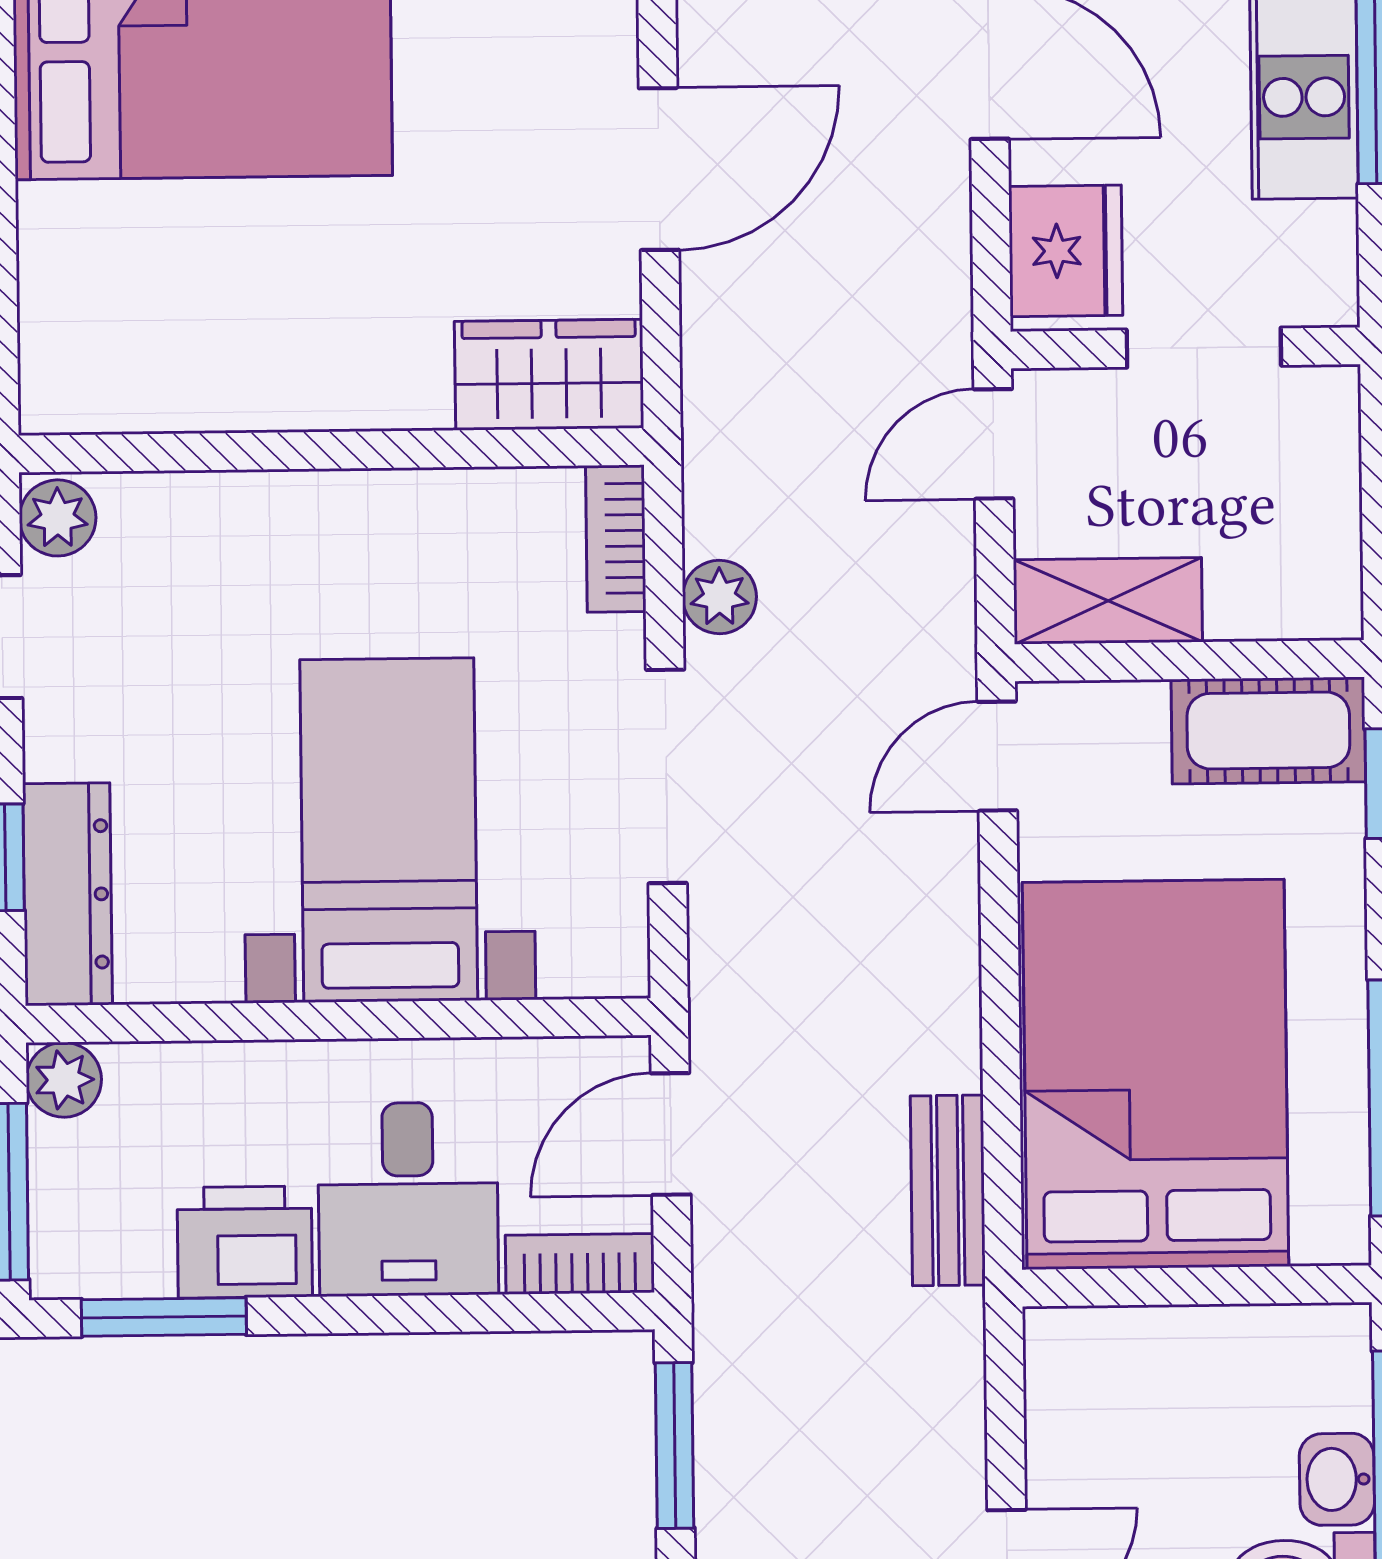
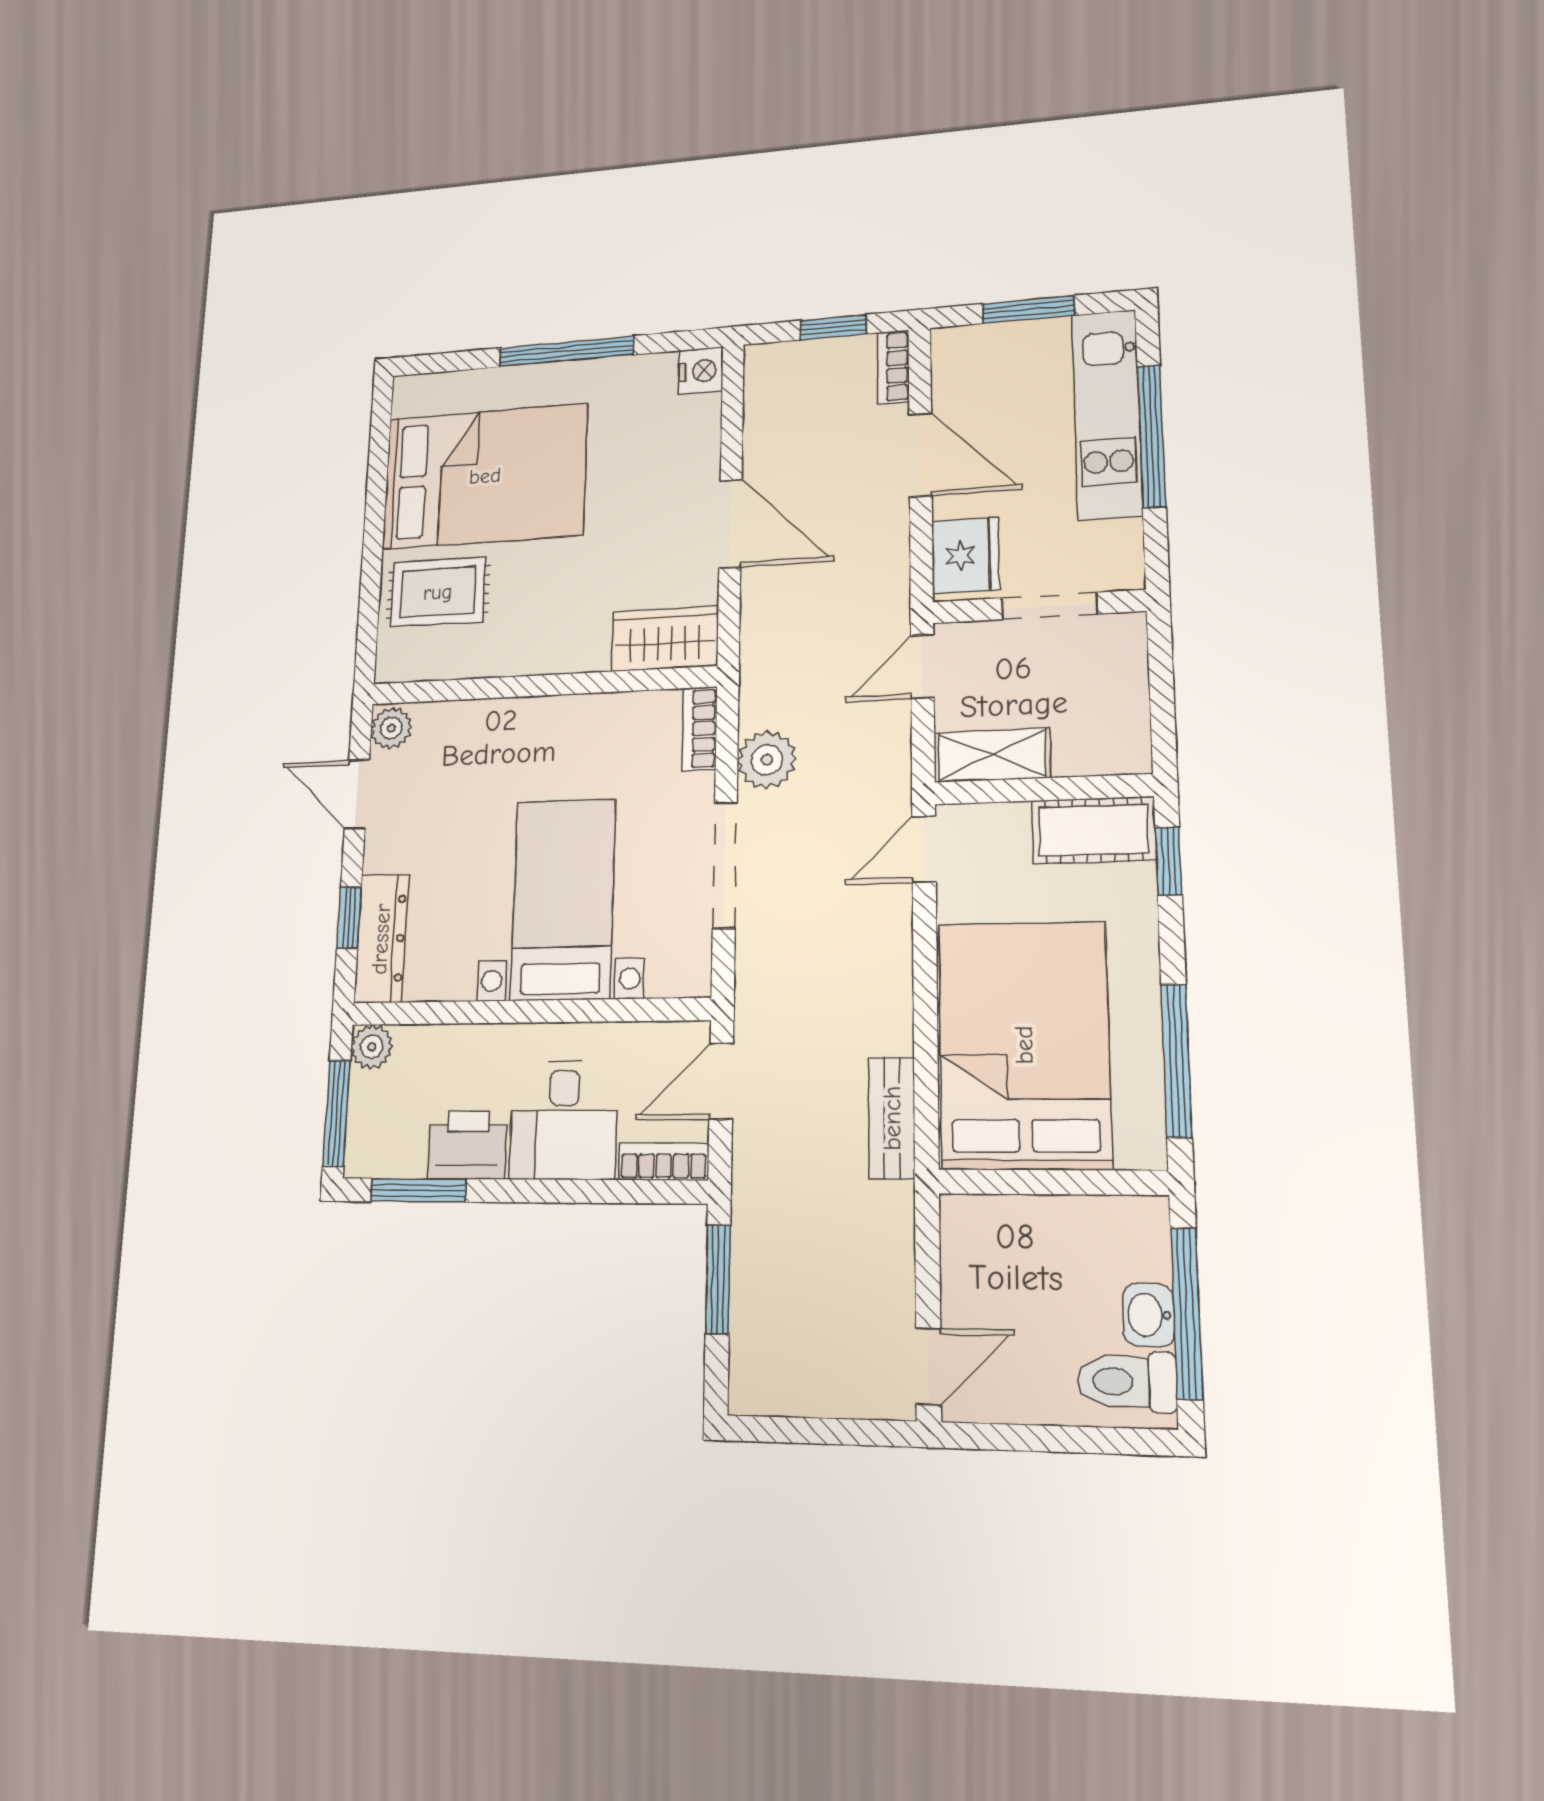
door: (659, 169) -> (730, 524), hinge flipped
rug: (128, 267) -> (438, 592), added
plant: (719, 597) -> (767, 760), width x1.38, depth x1.38

